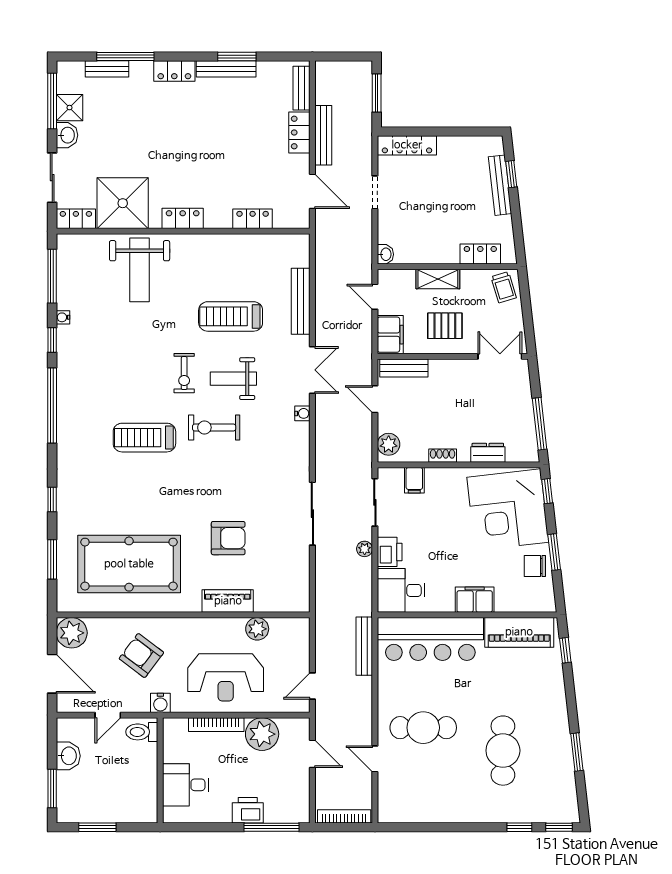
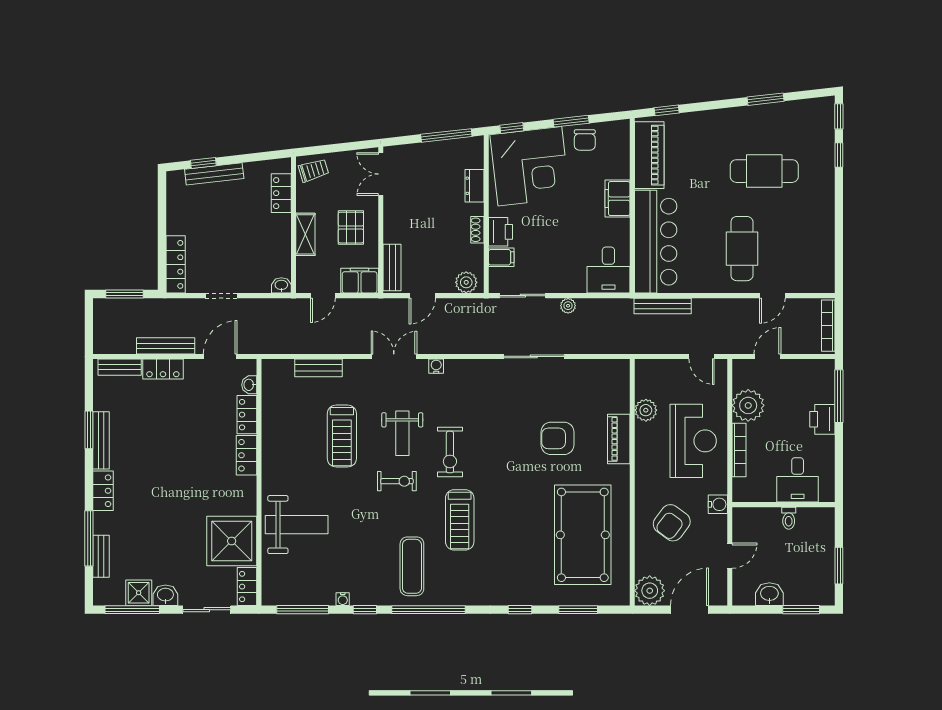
locker: (183, 218) -> (246, 455), moved
washbasin: (283, 221) -> (249, 385), added
bench: (301, 301) -> (319, 368), width x0.73
exercise mat: (97, 388) -> (412, 566), added
armchair: (228, 538) -> (557, 438), turned -90
printer: (390, 552) -> (501, 232), moved, turned 90
door: (108, 715) -> (730, 556), hinge flipped
toilet: (142, 732) -> (789, 518), moved, width x0.73, depth x0.72

